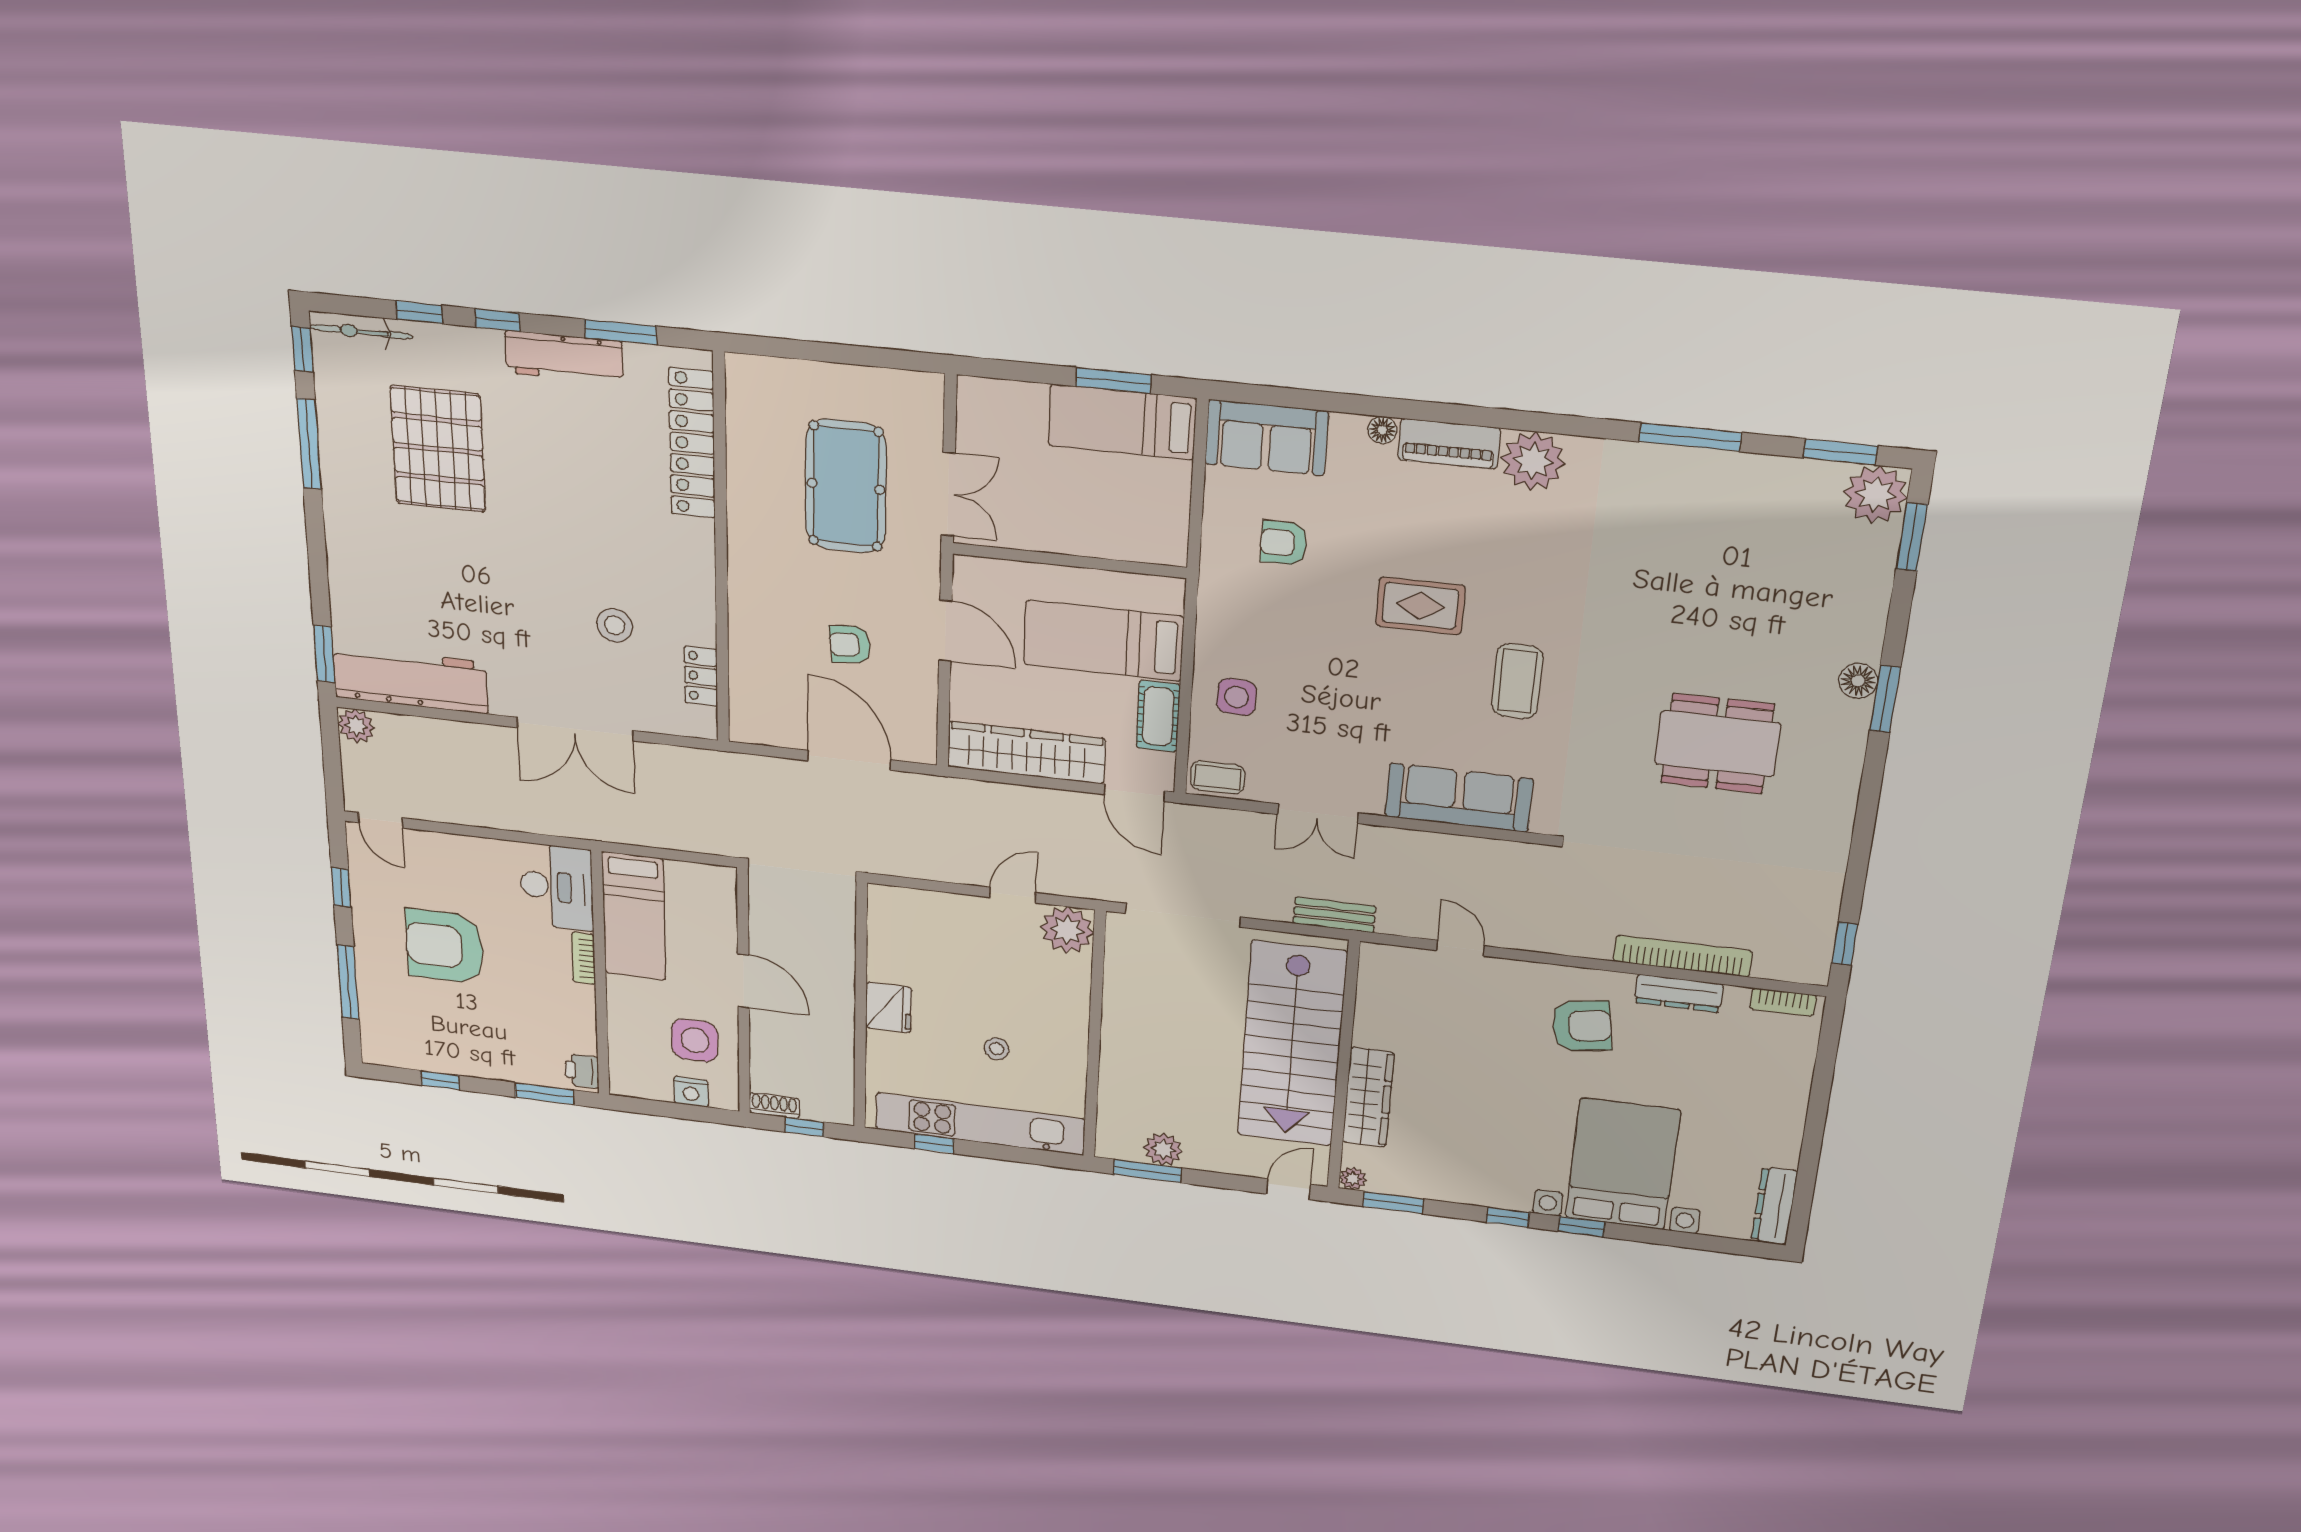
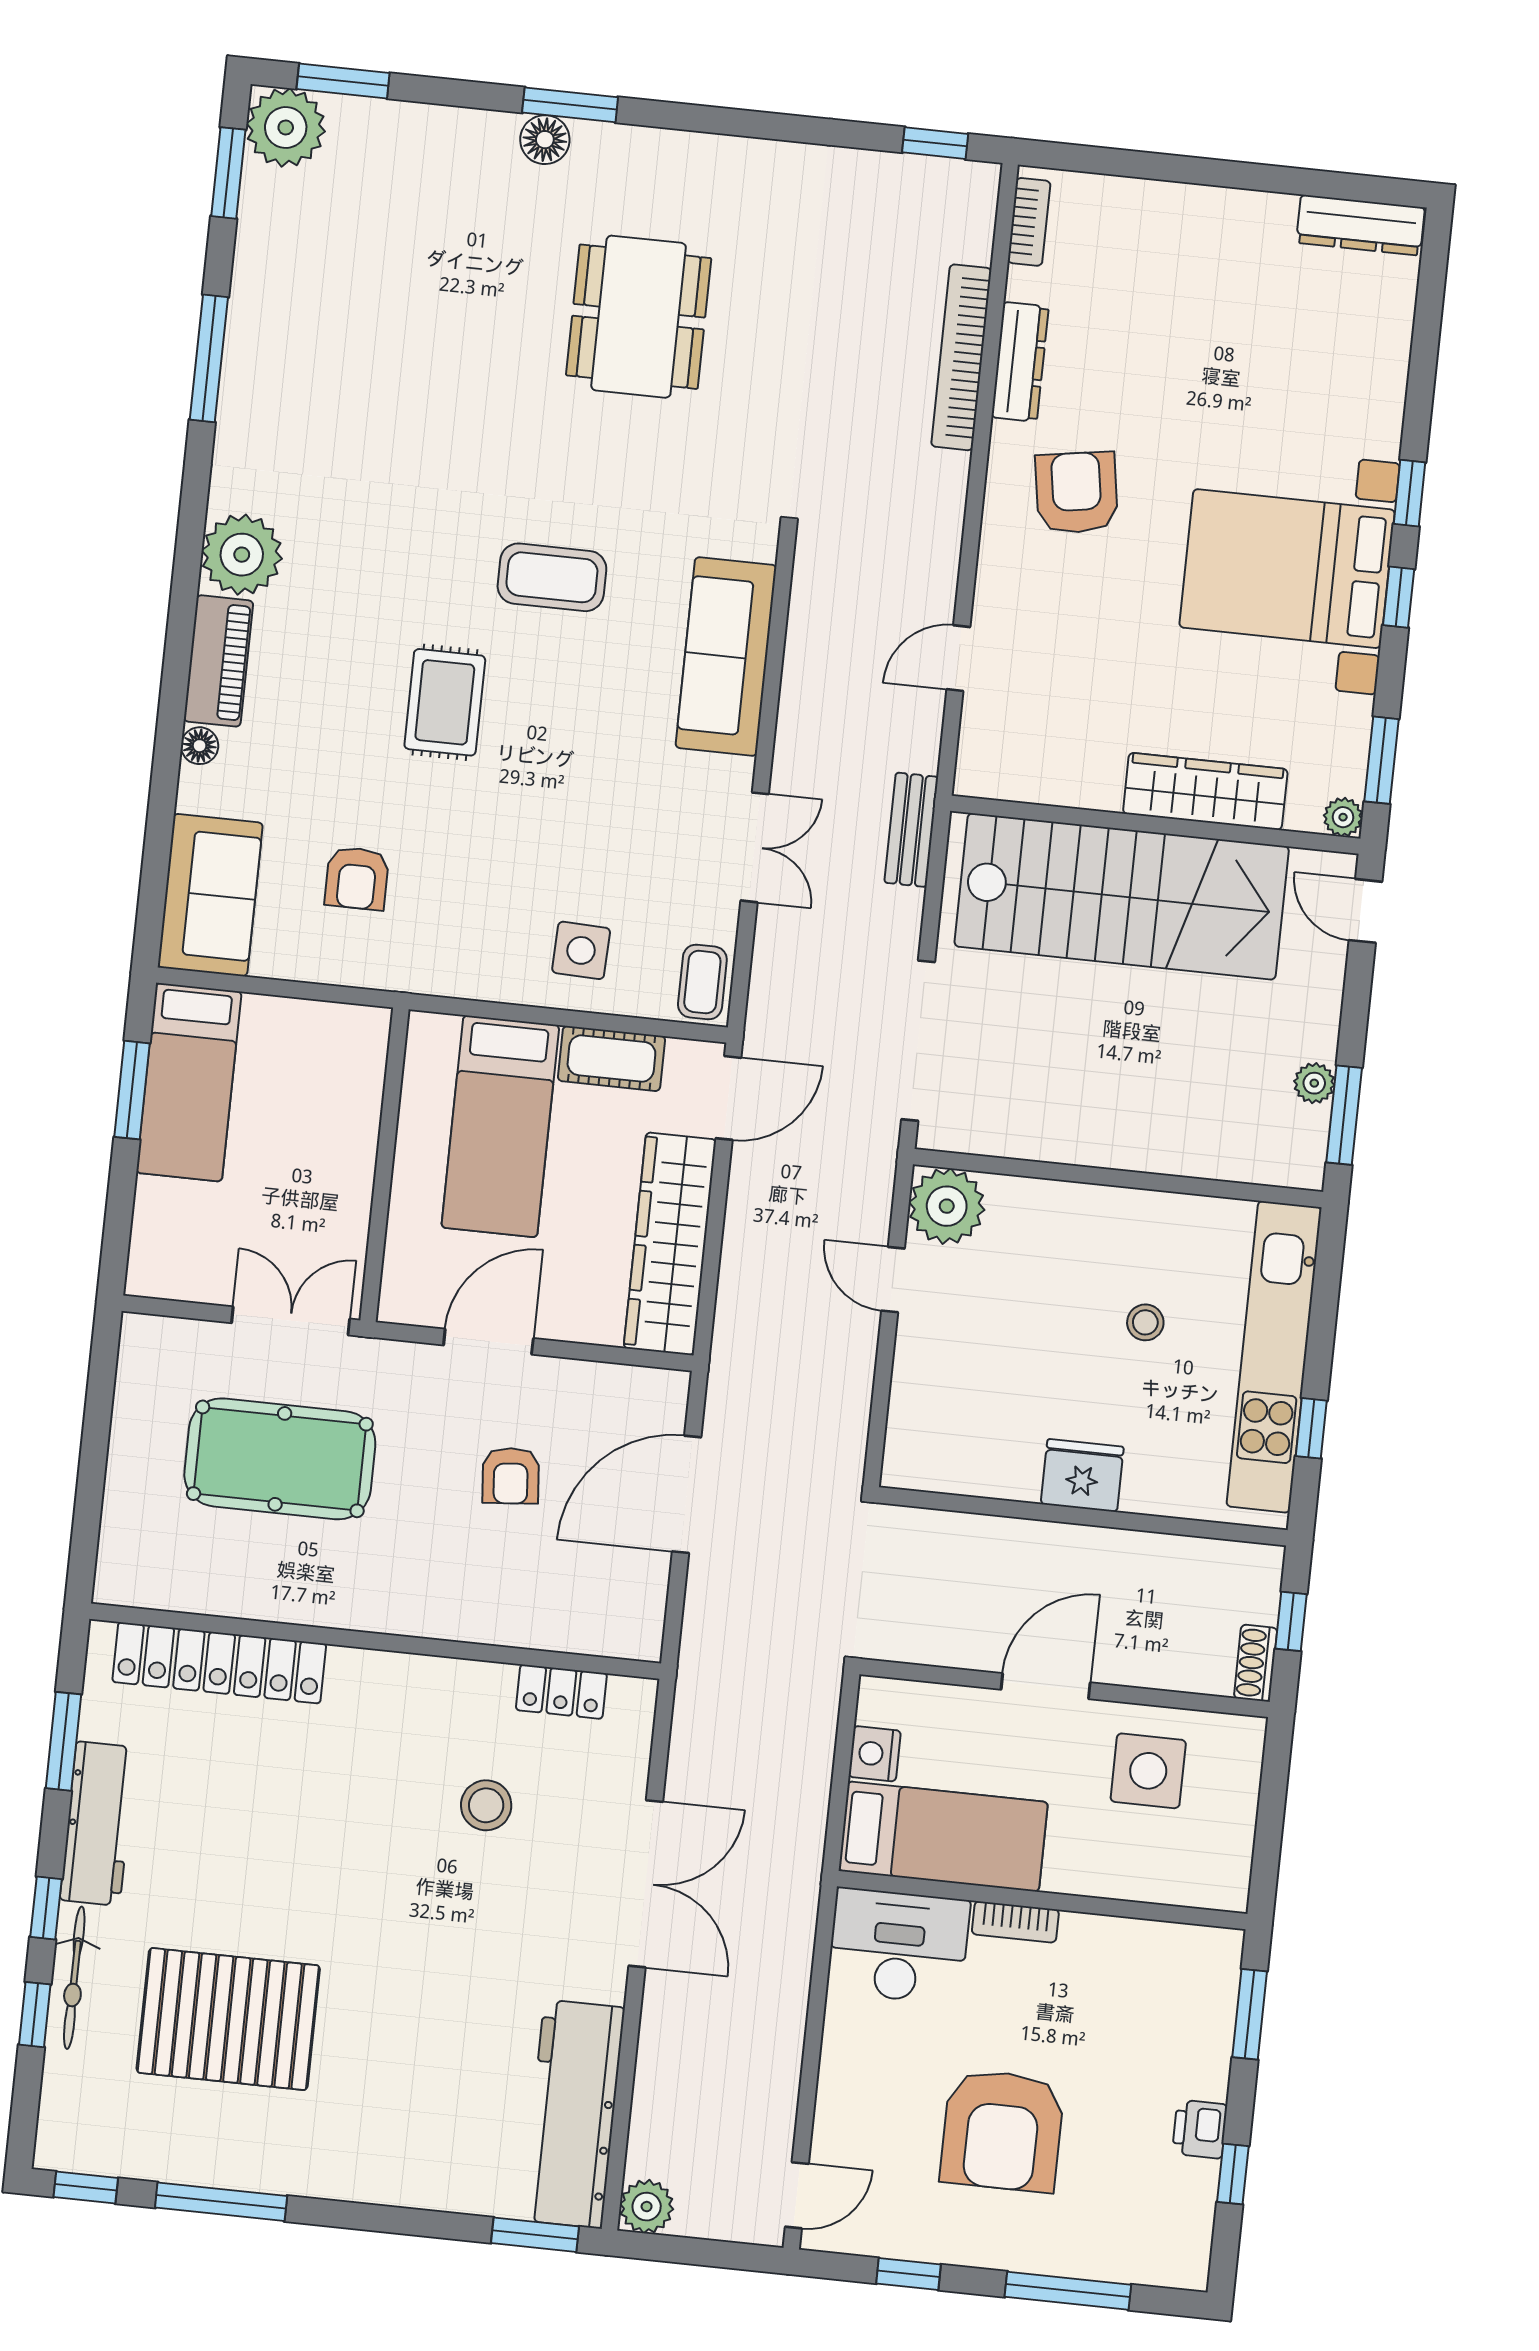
bicycle: (361, 332) -> (74, 1978), moved
printer: (582, 1071) -> (1200, 2129), moved, turned 90
nightstand: (691, 1092) -> (875, 1754), moved, turned 180
plant: (1163, 1149) -> (1314, 1083), width x0.73, depth x0.73
bed with nightstands: (1622, 1164) -> (1287, 569), moved

